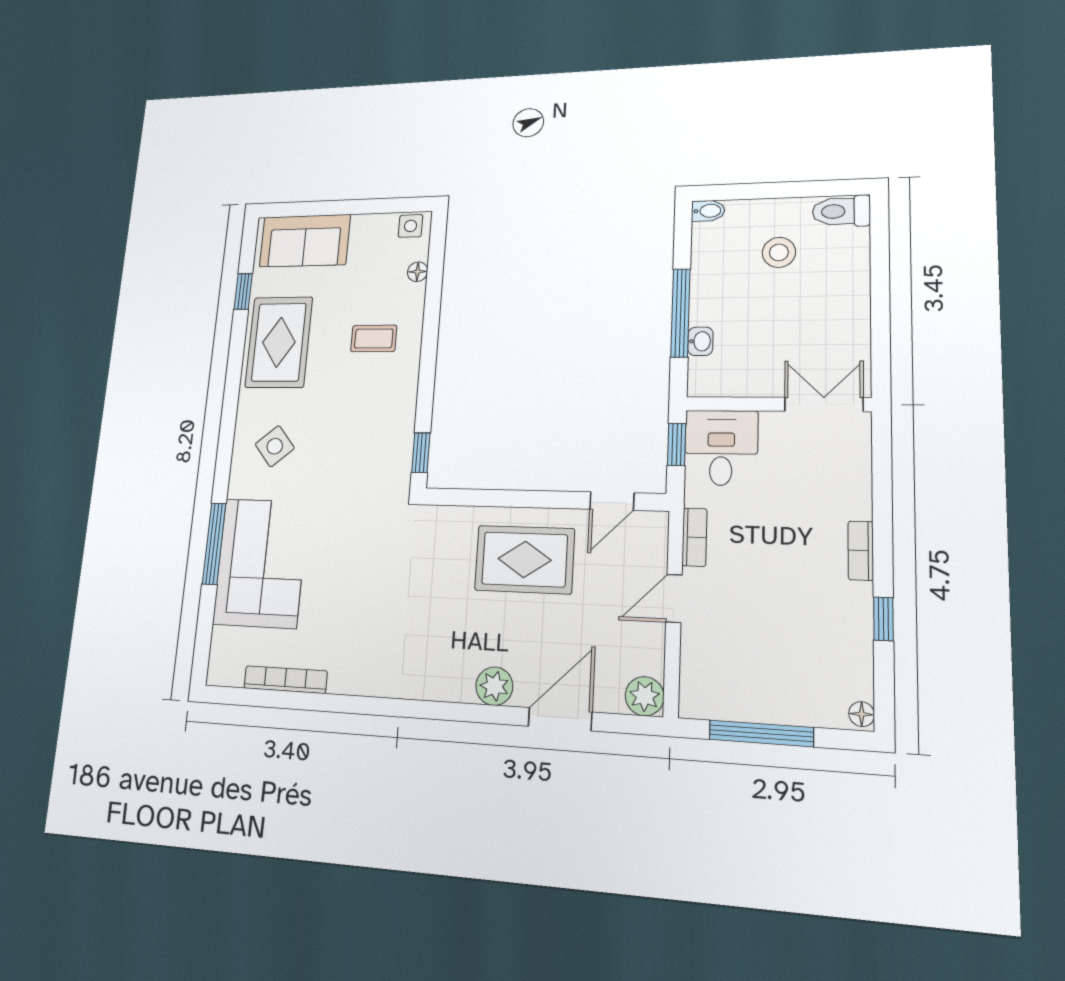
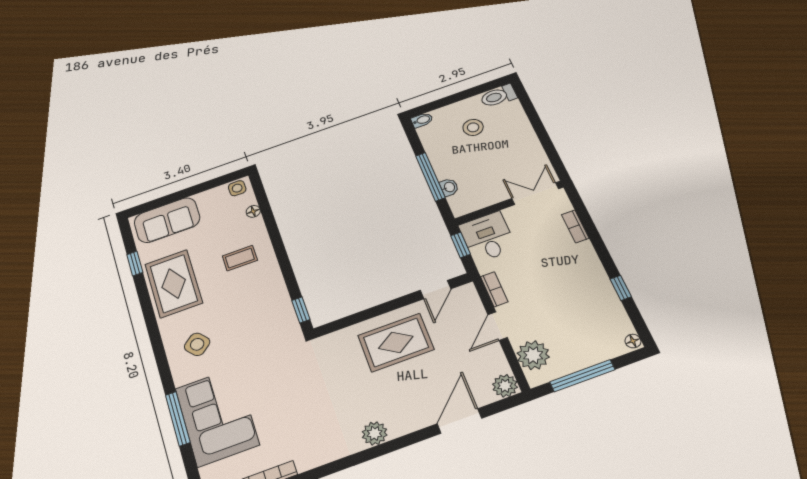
bookcase: (861, 551) -> (575, 226), moved
plant: (705, 668) -> (533, 355), added
plant: (494, 686) -> (375, 433), moved

